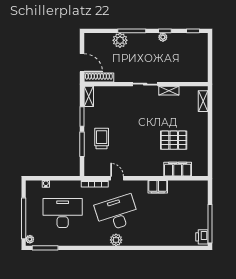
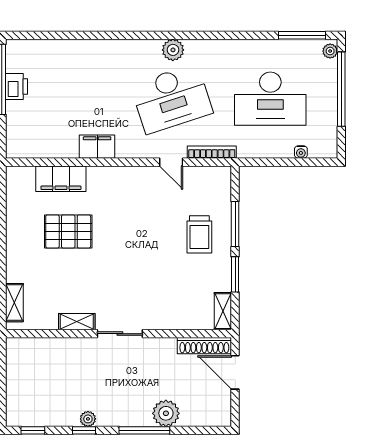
printer: (202, 237) -> (17, 87), moved

